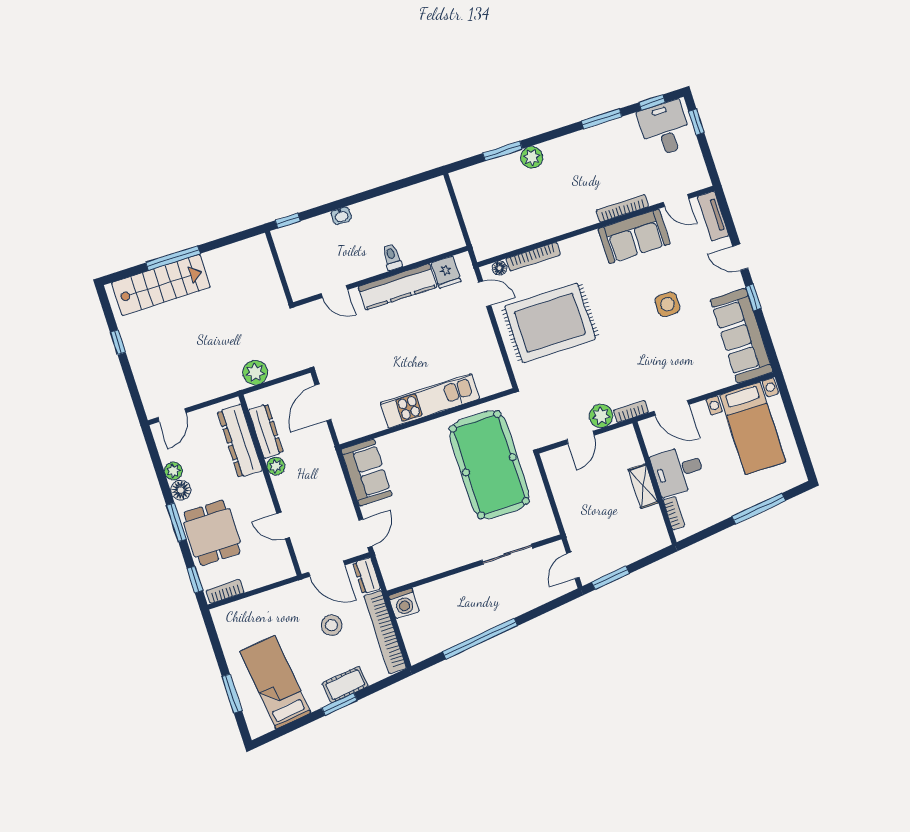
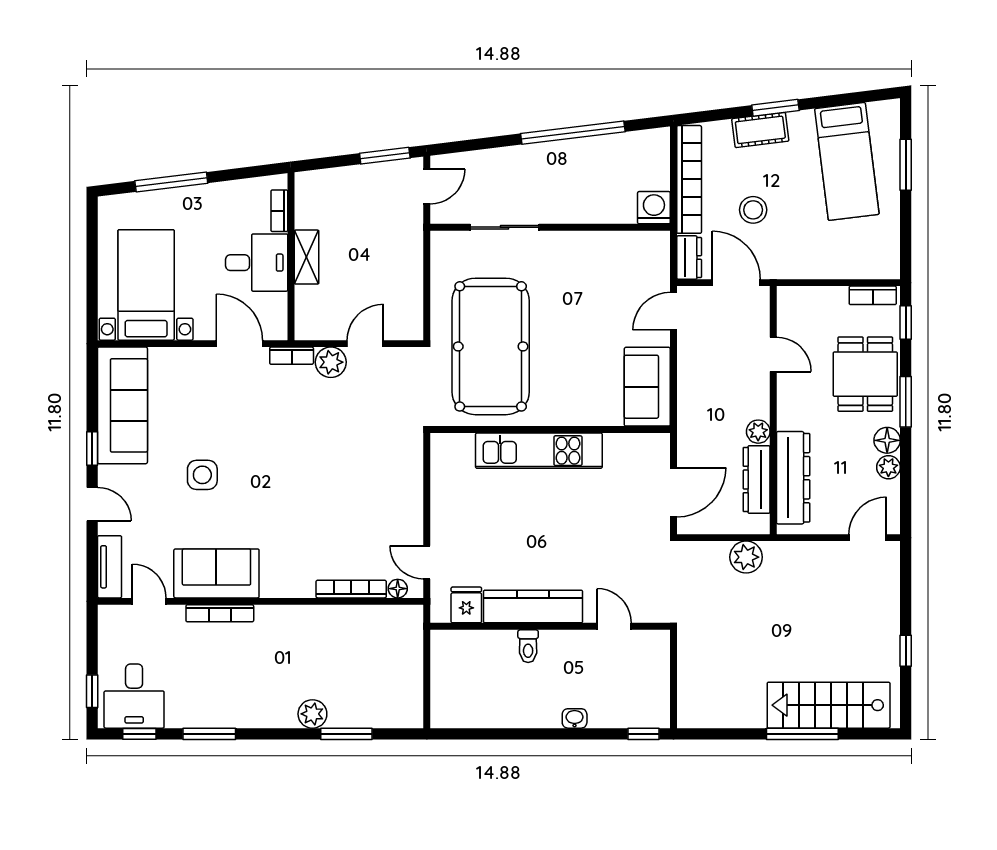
rug: (550, 323) -> (357, 499), removed

